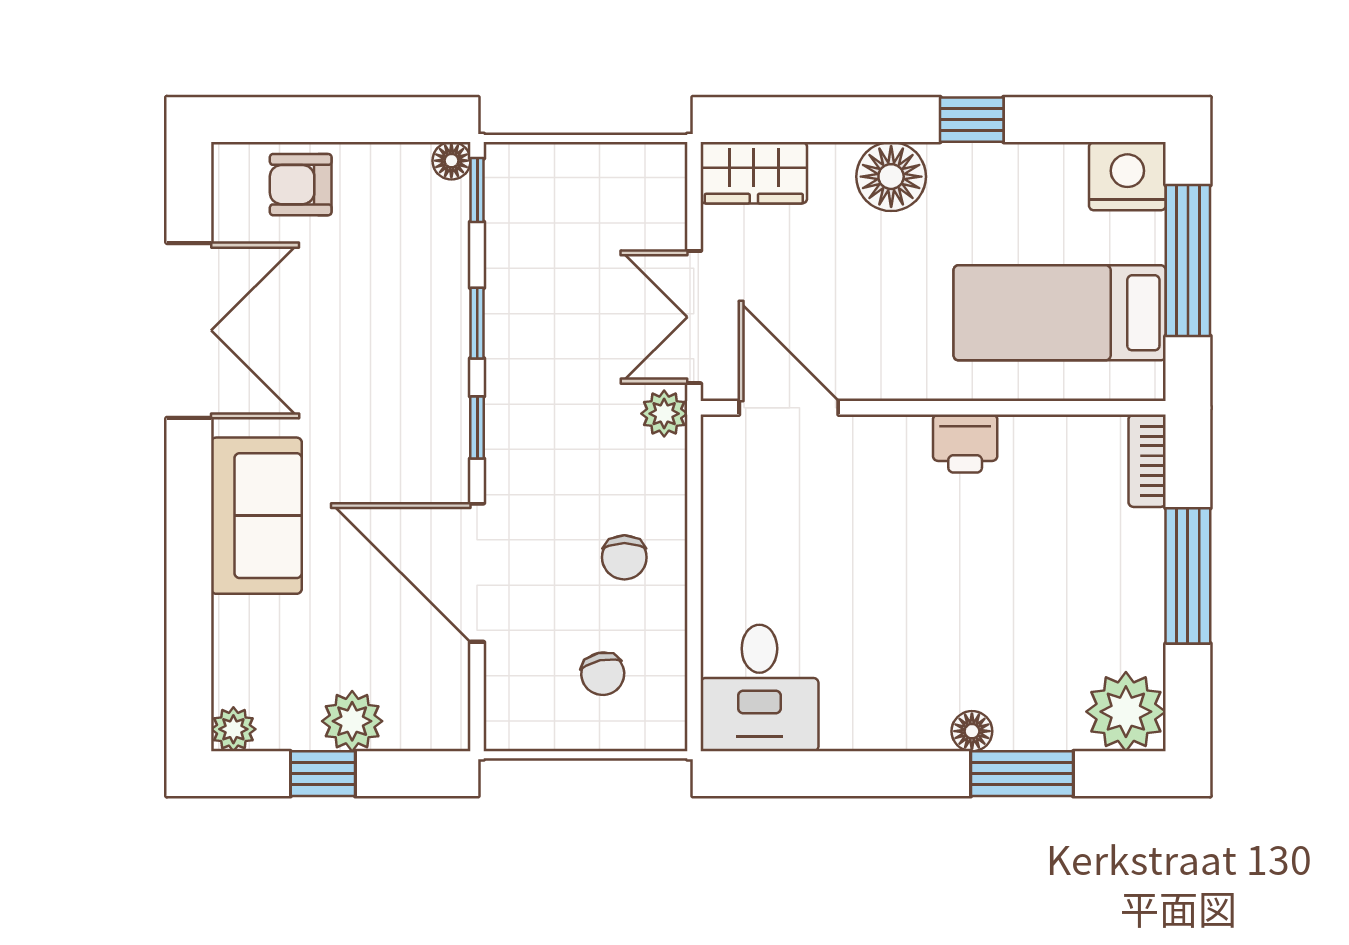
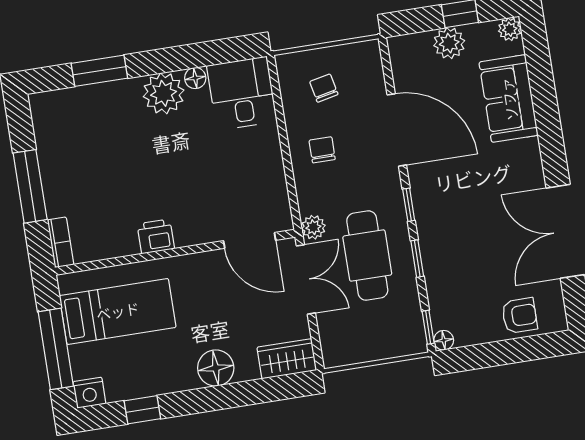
window: (972, 120) -> (142, 410), moved
nightstand: (1127, 176) -> (89, 393), width x0.74, depth x0.75
cafe table: (571, 344) -> (367, 256), added
sofa: (256, 516) -> (509, 99), moved
plant: (1126, 712) -> (164, 93), moved
floor lamp: (972, 731) -> (195, 78), moved

